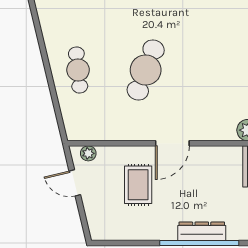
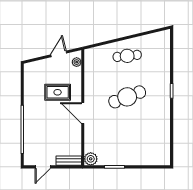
cafe table: (146, 70) -> (127, 97), turned -42
dresser: (202, 231) -> (29, 131), removed

